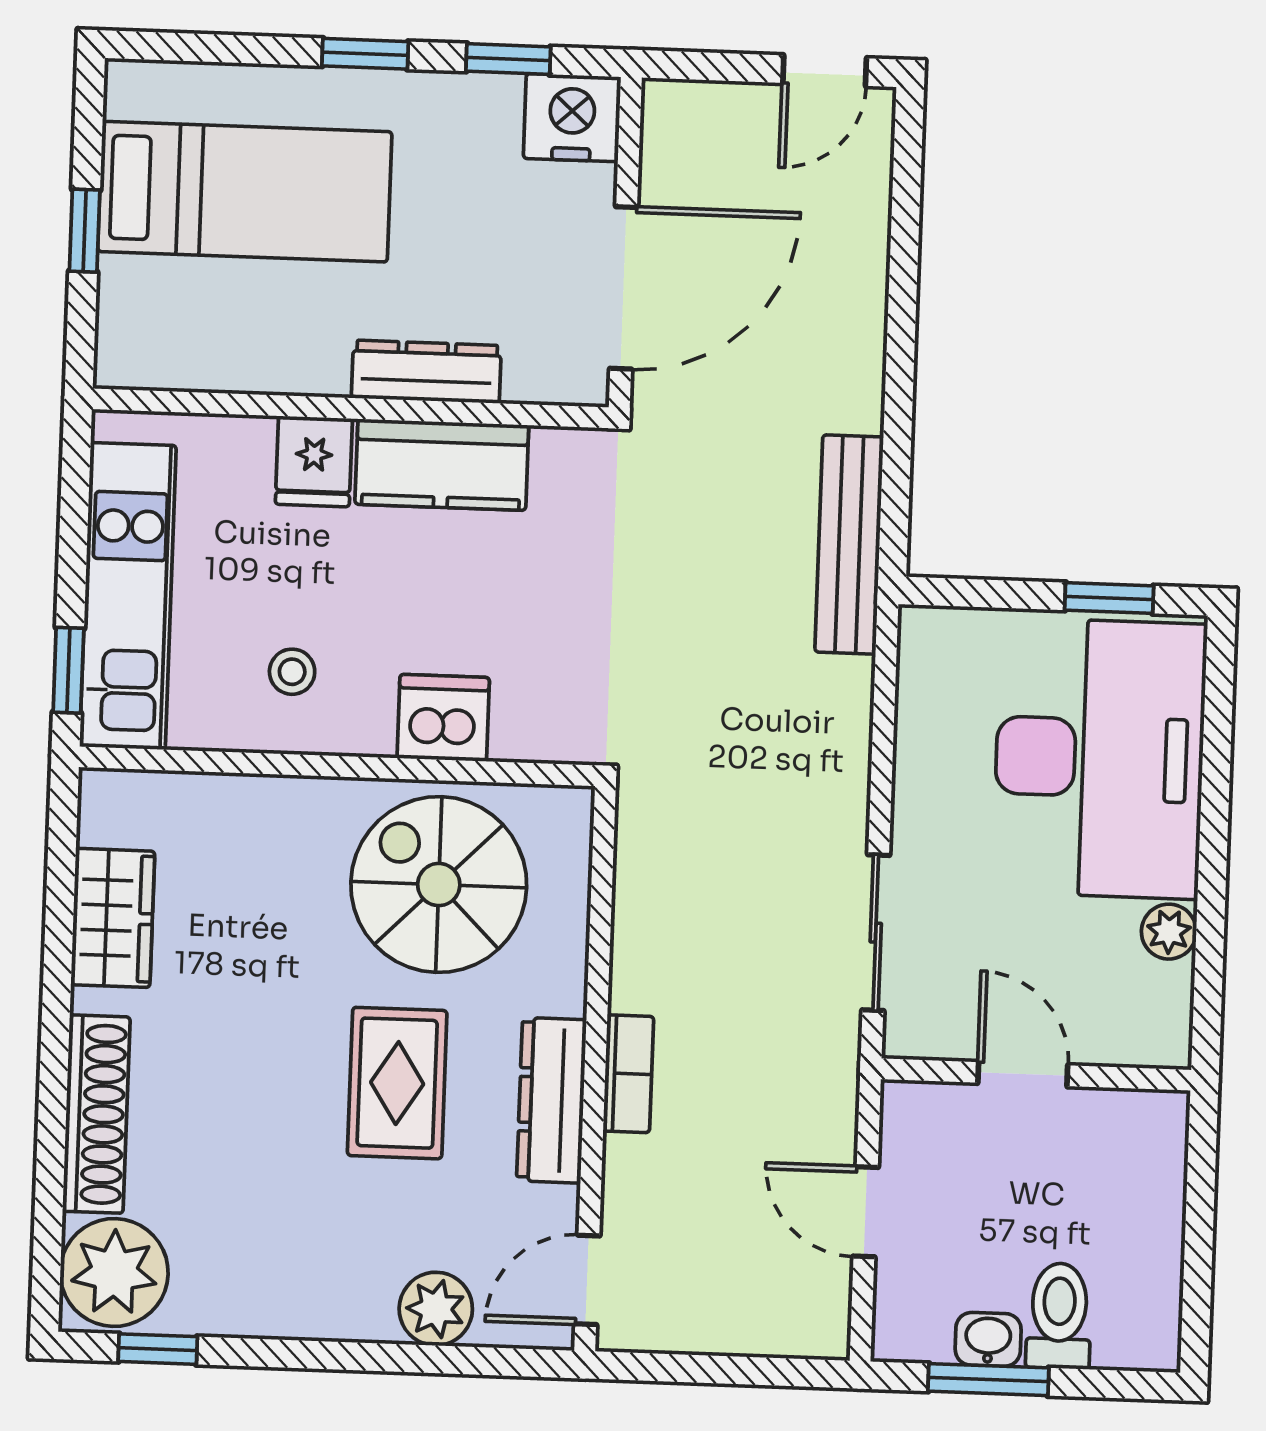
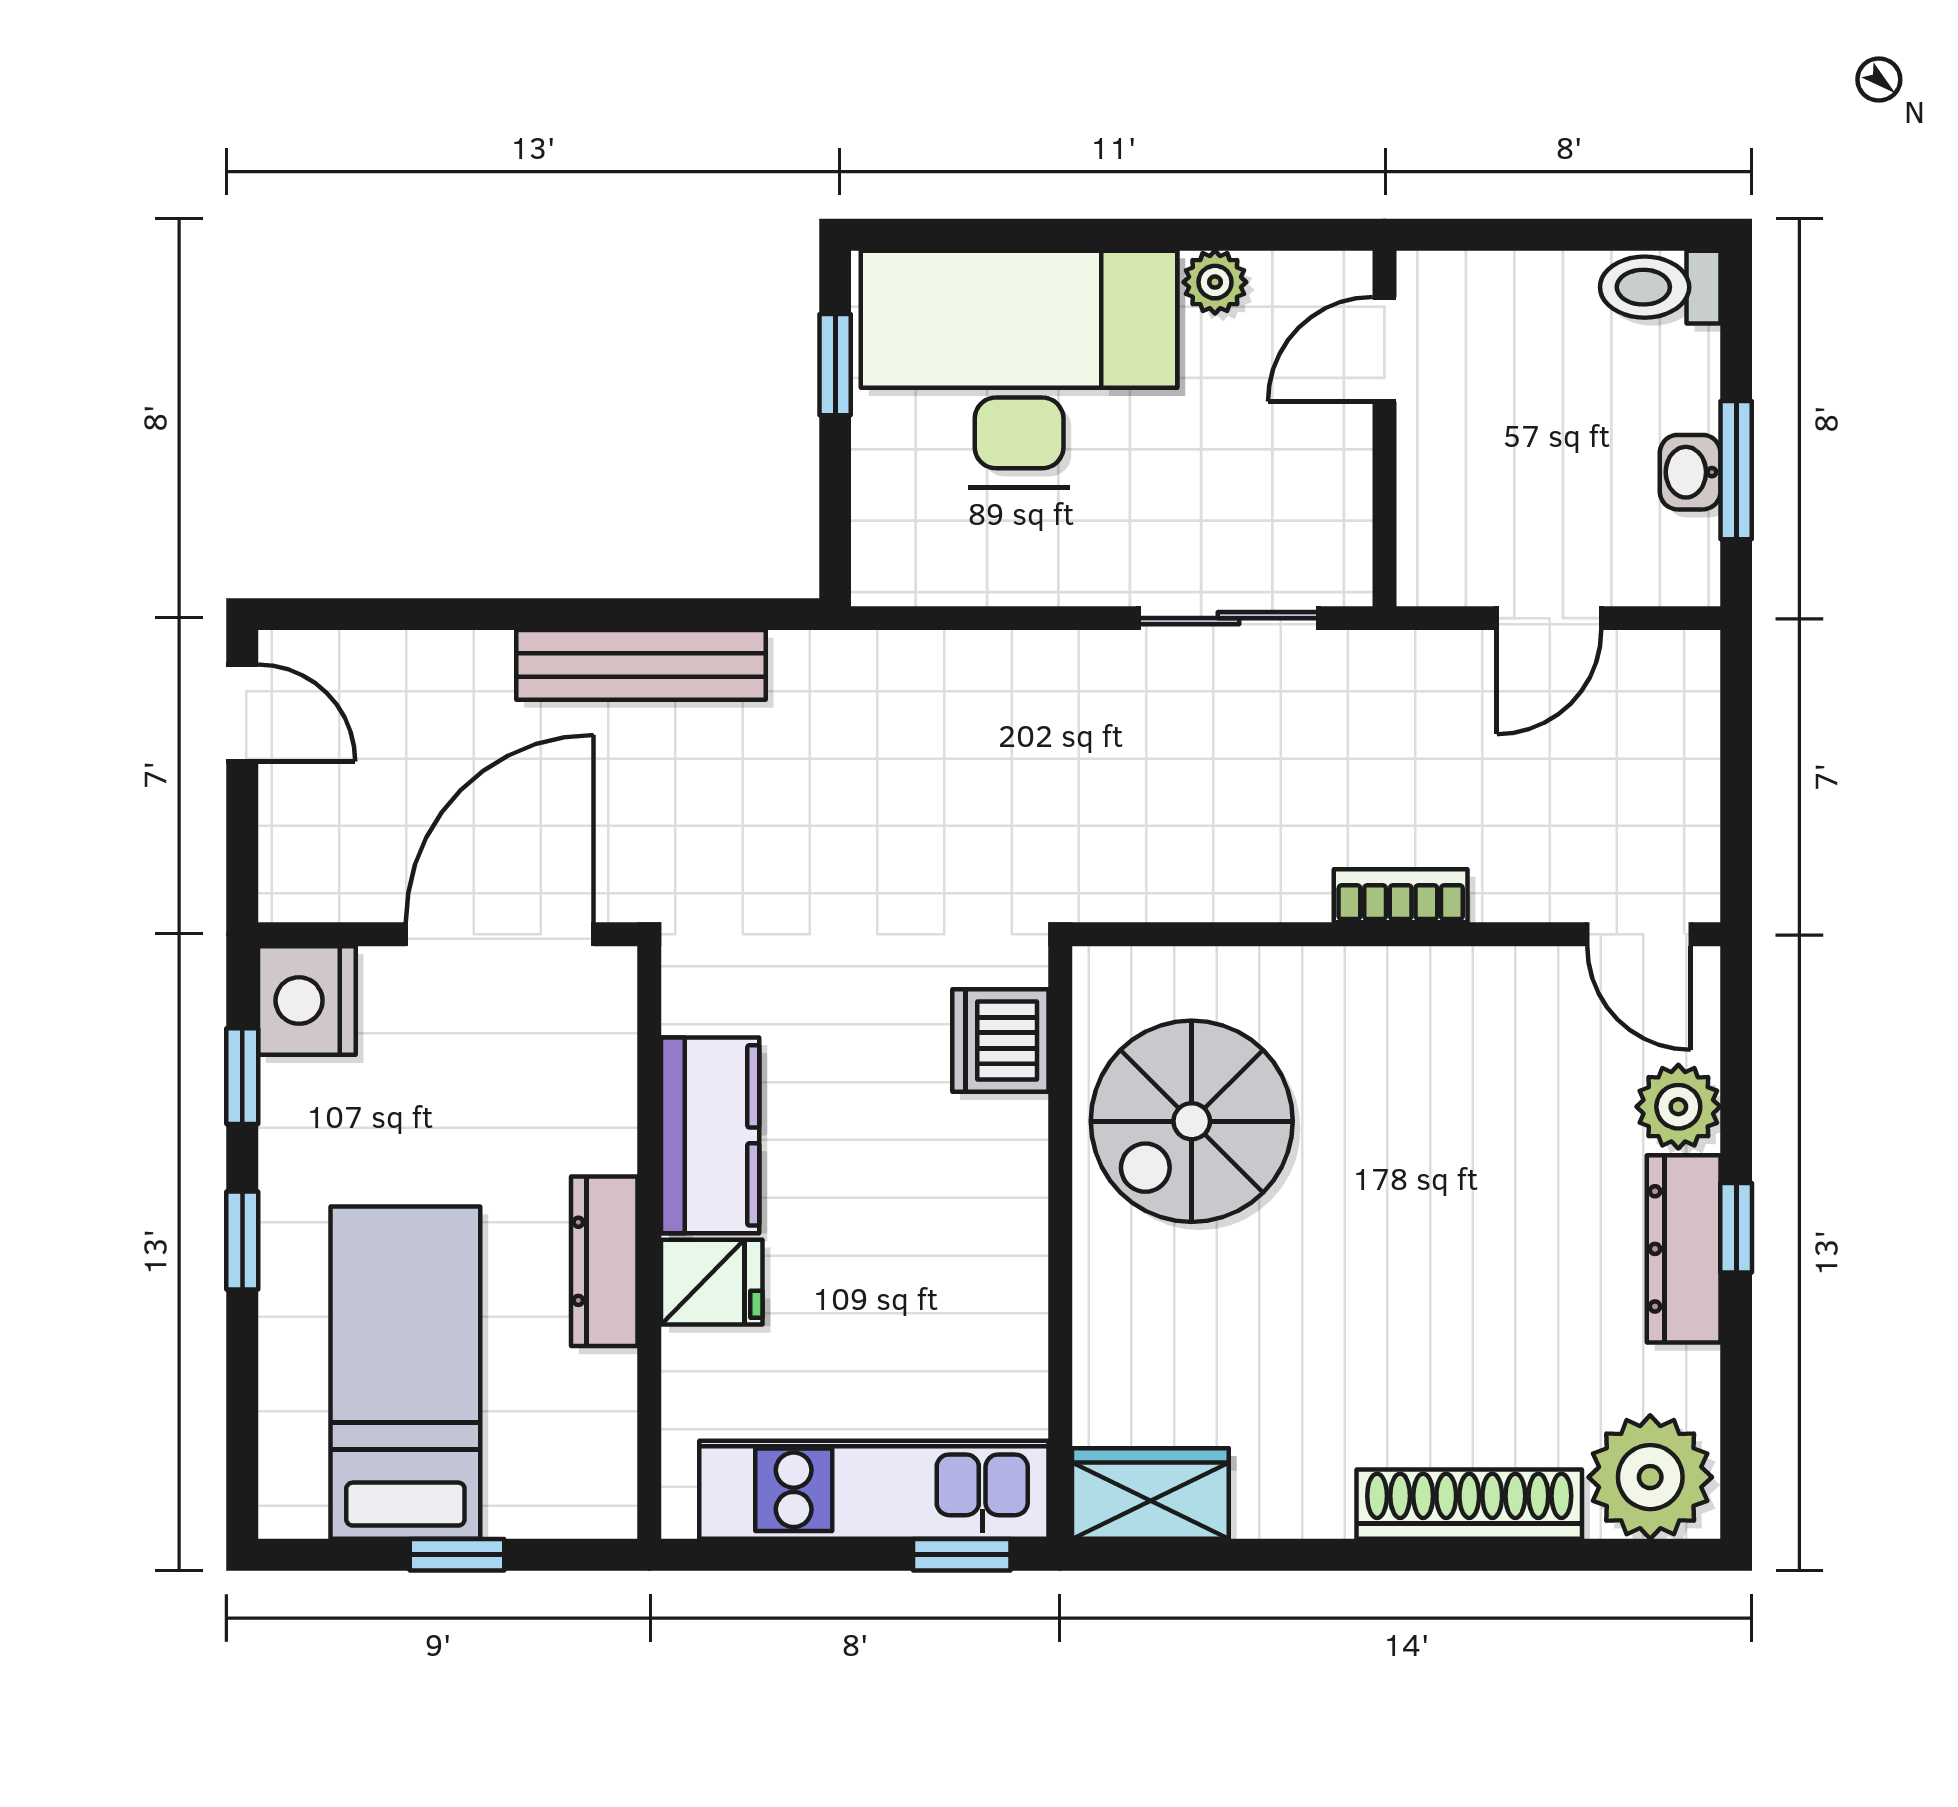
door: (624, 288) -> (500, 934), hinge flipped
dresser: (426, 372) -> (604, 1261), moved
bench: (849, 544) -> (641, 665), moved
stool: (292, 672) -> (954, 1298), removed
dishwasher: (443, 718) -> (1000, 1040), moved
wardrobe: (113, 918) -> (1150, 1494), moved
door: (1023, 1074) -> (1384, 349), moved
rug: (397, 1083) -> (1421, 1161), removed
dresser: (551, 1100) -> (1684, 1249), moved, turned 90
toilet: (1059, 1316) -> (1660, 287), moved
window: (158, 1349) -> (1736, 1228), moved

